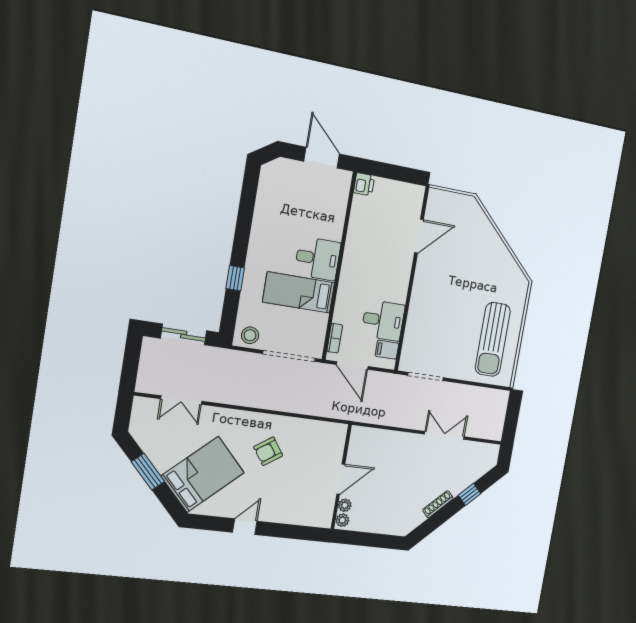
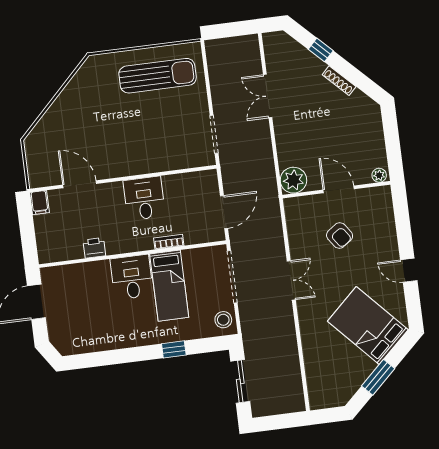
printer: (364, 184) -> (94, 248), moved
desk: (383, 320) -> (144, 198), moved
bookcase: (335, 338) -> (169, 242), moved
filing cabinet: (387, 350) -> (39, 203), moved
double door: (181, 400) -> (291, 280), moved
armchair: (268, 451) -> (340, 235), moved
plant: (345, 505) -> (293, 180), moved, width x1.87, depth x1.87

